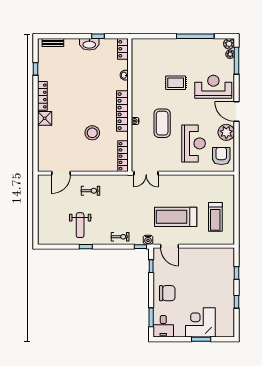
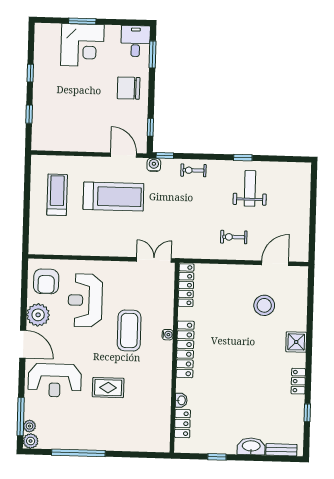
washbasin: (89, 44) -> (251, 446), moved
locker: (123, 49) -> (182, 424), moved
locker: (42, 96) -> (298, 381), width x0.66
stool: (92, 133) -> (264, 305), moved

